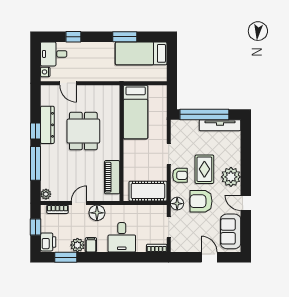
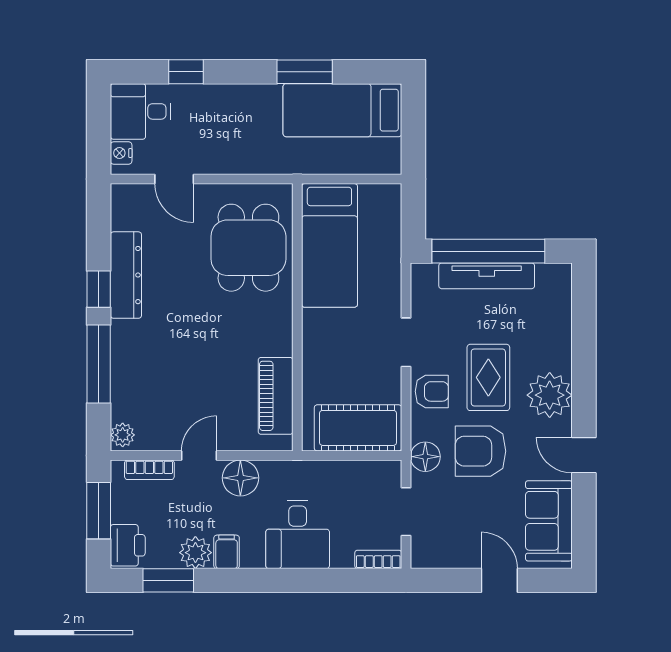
tv unit: (220, 125) -> (487, 276), moved
dining table: (83, 131) -> (248, 248), moved
window: (36, 227) -> (99, 511), width x1.50

